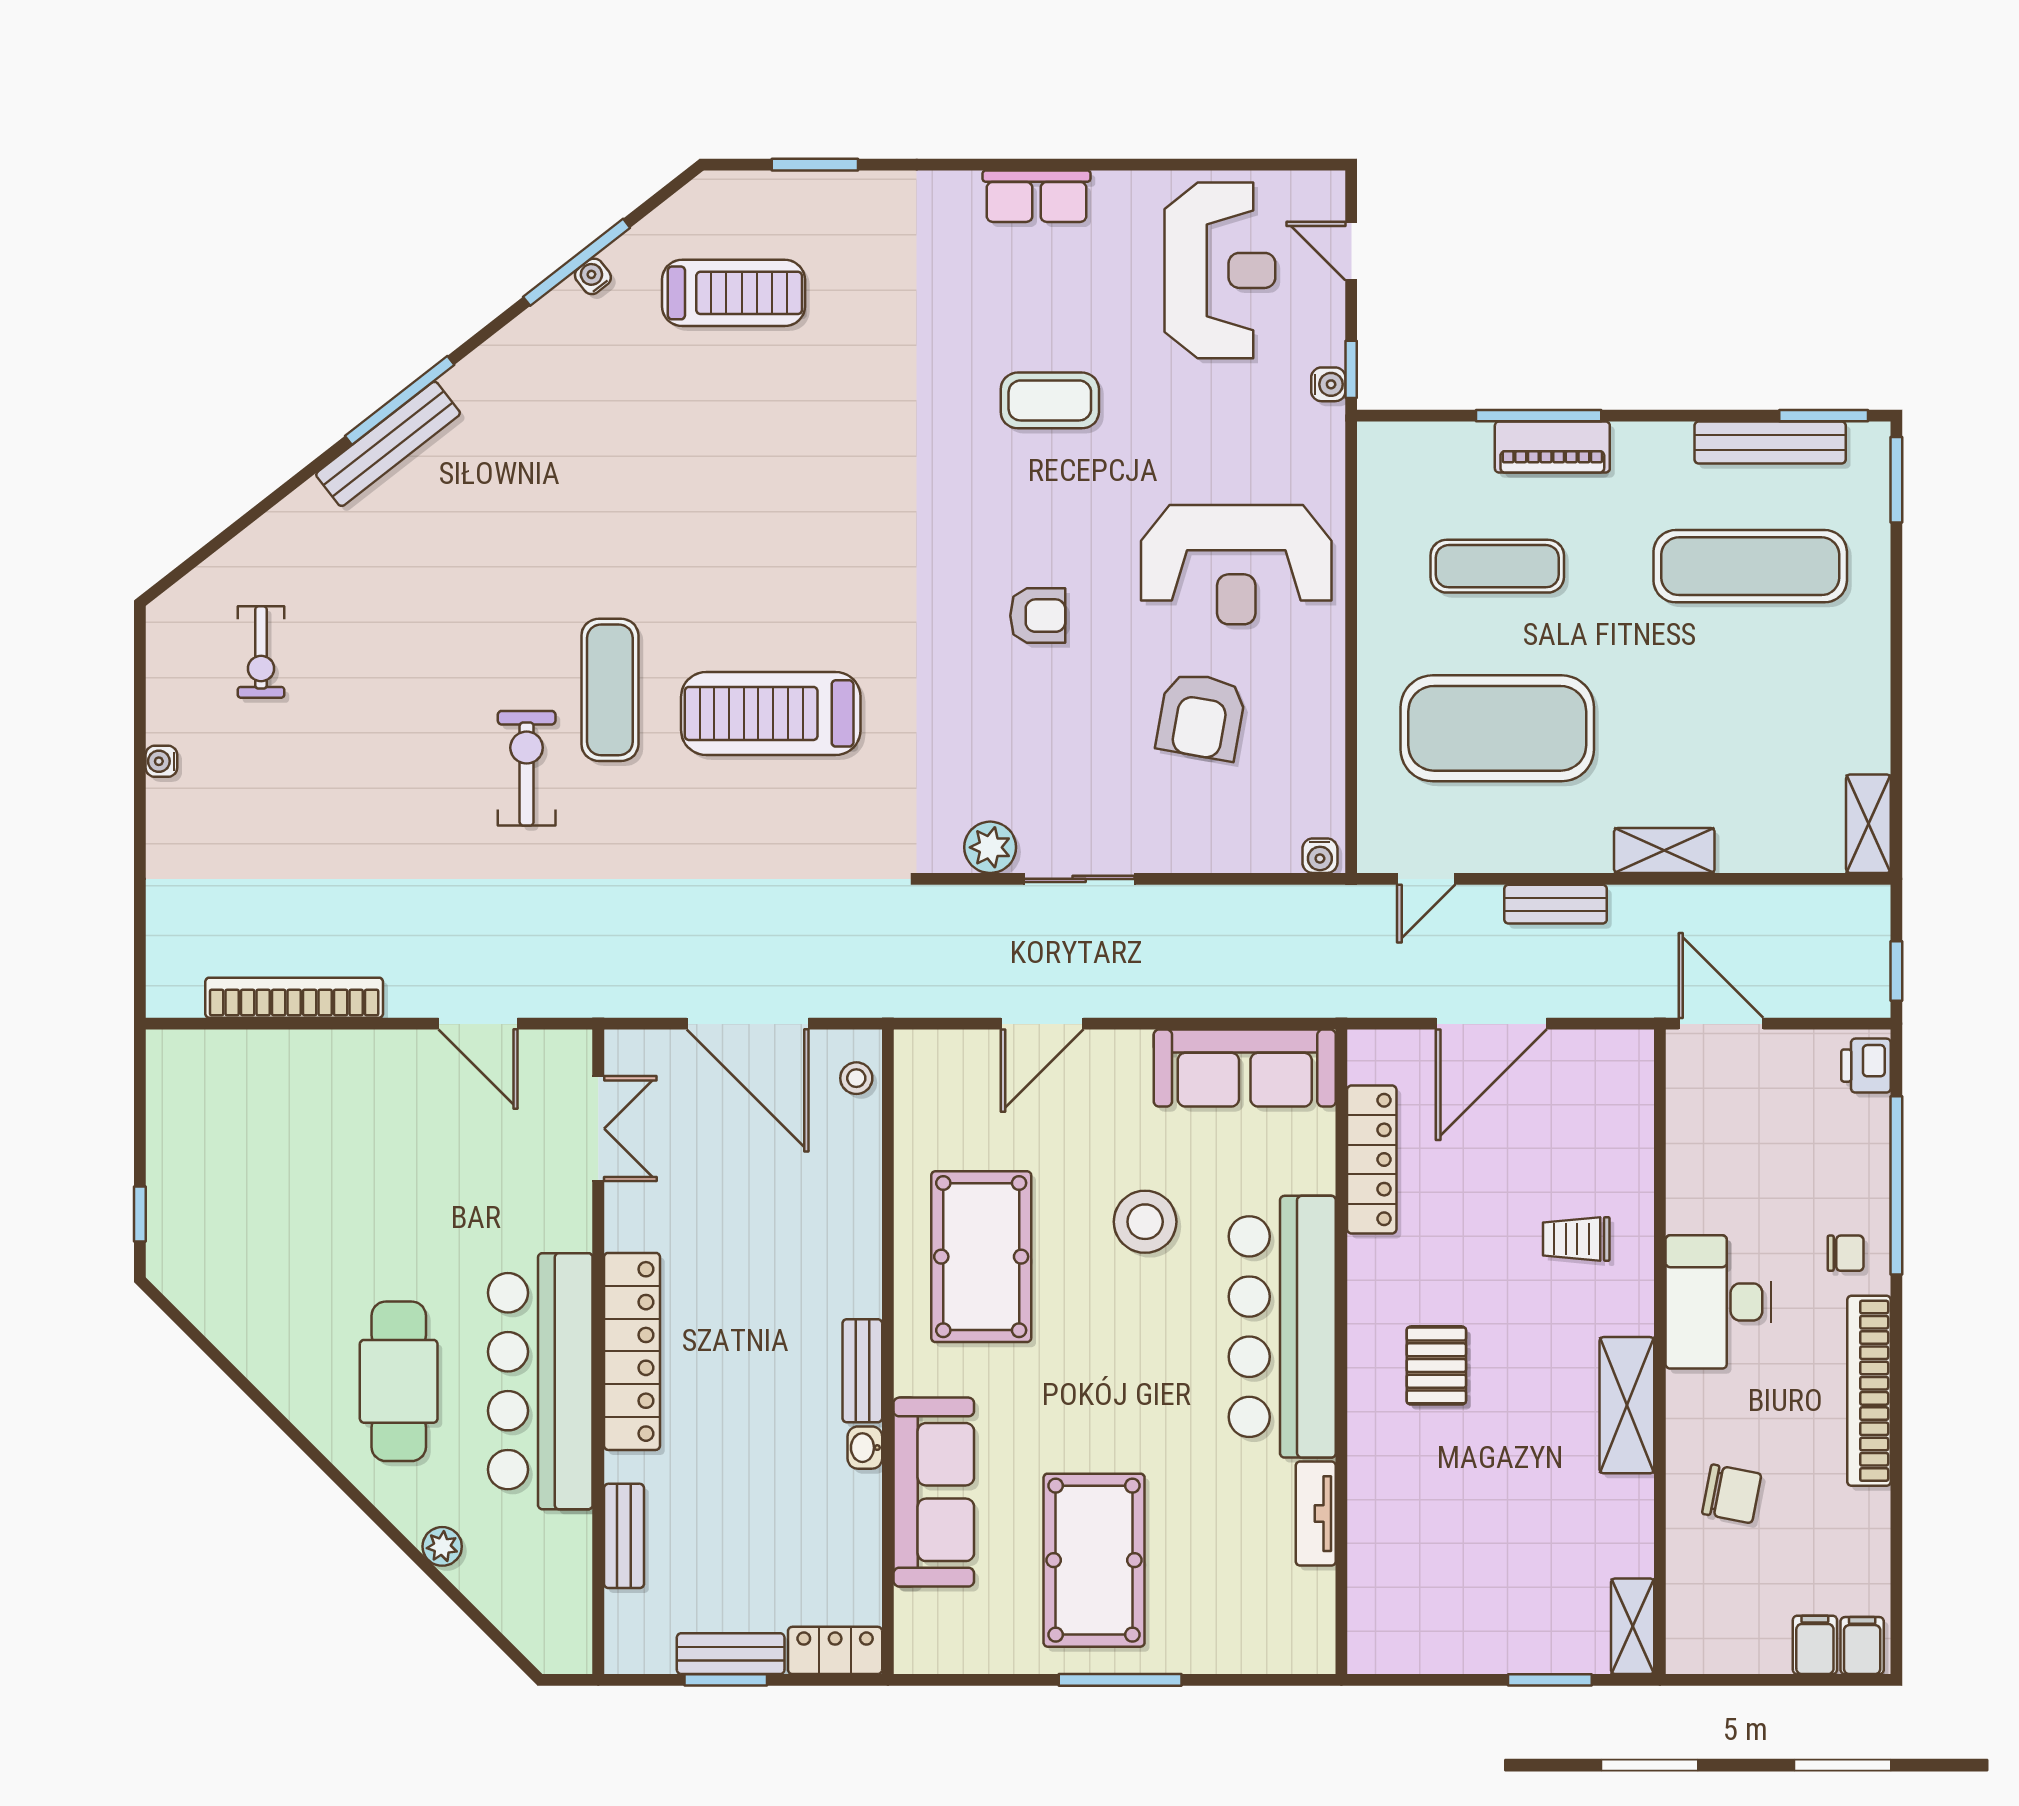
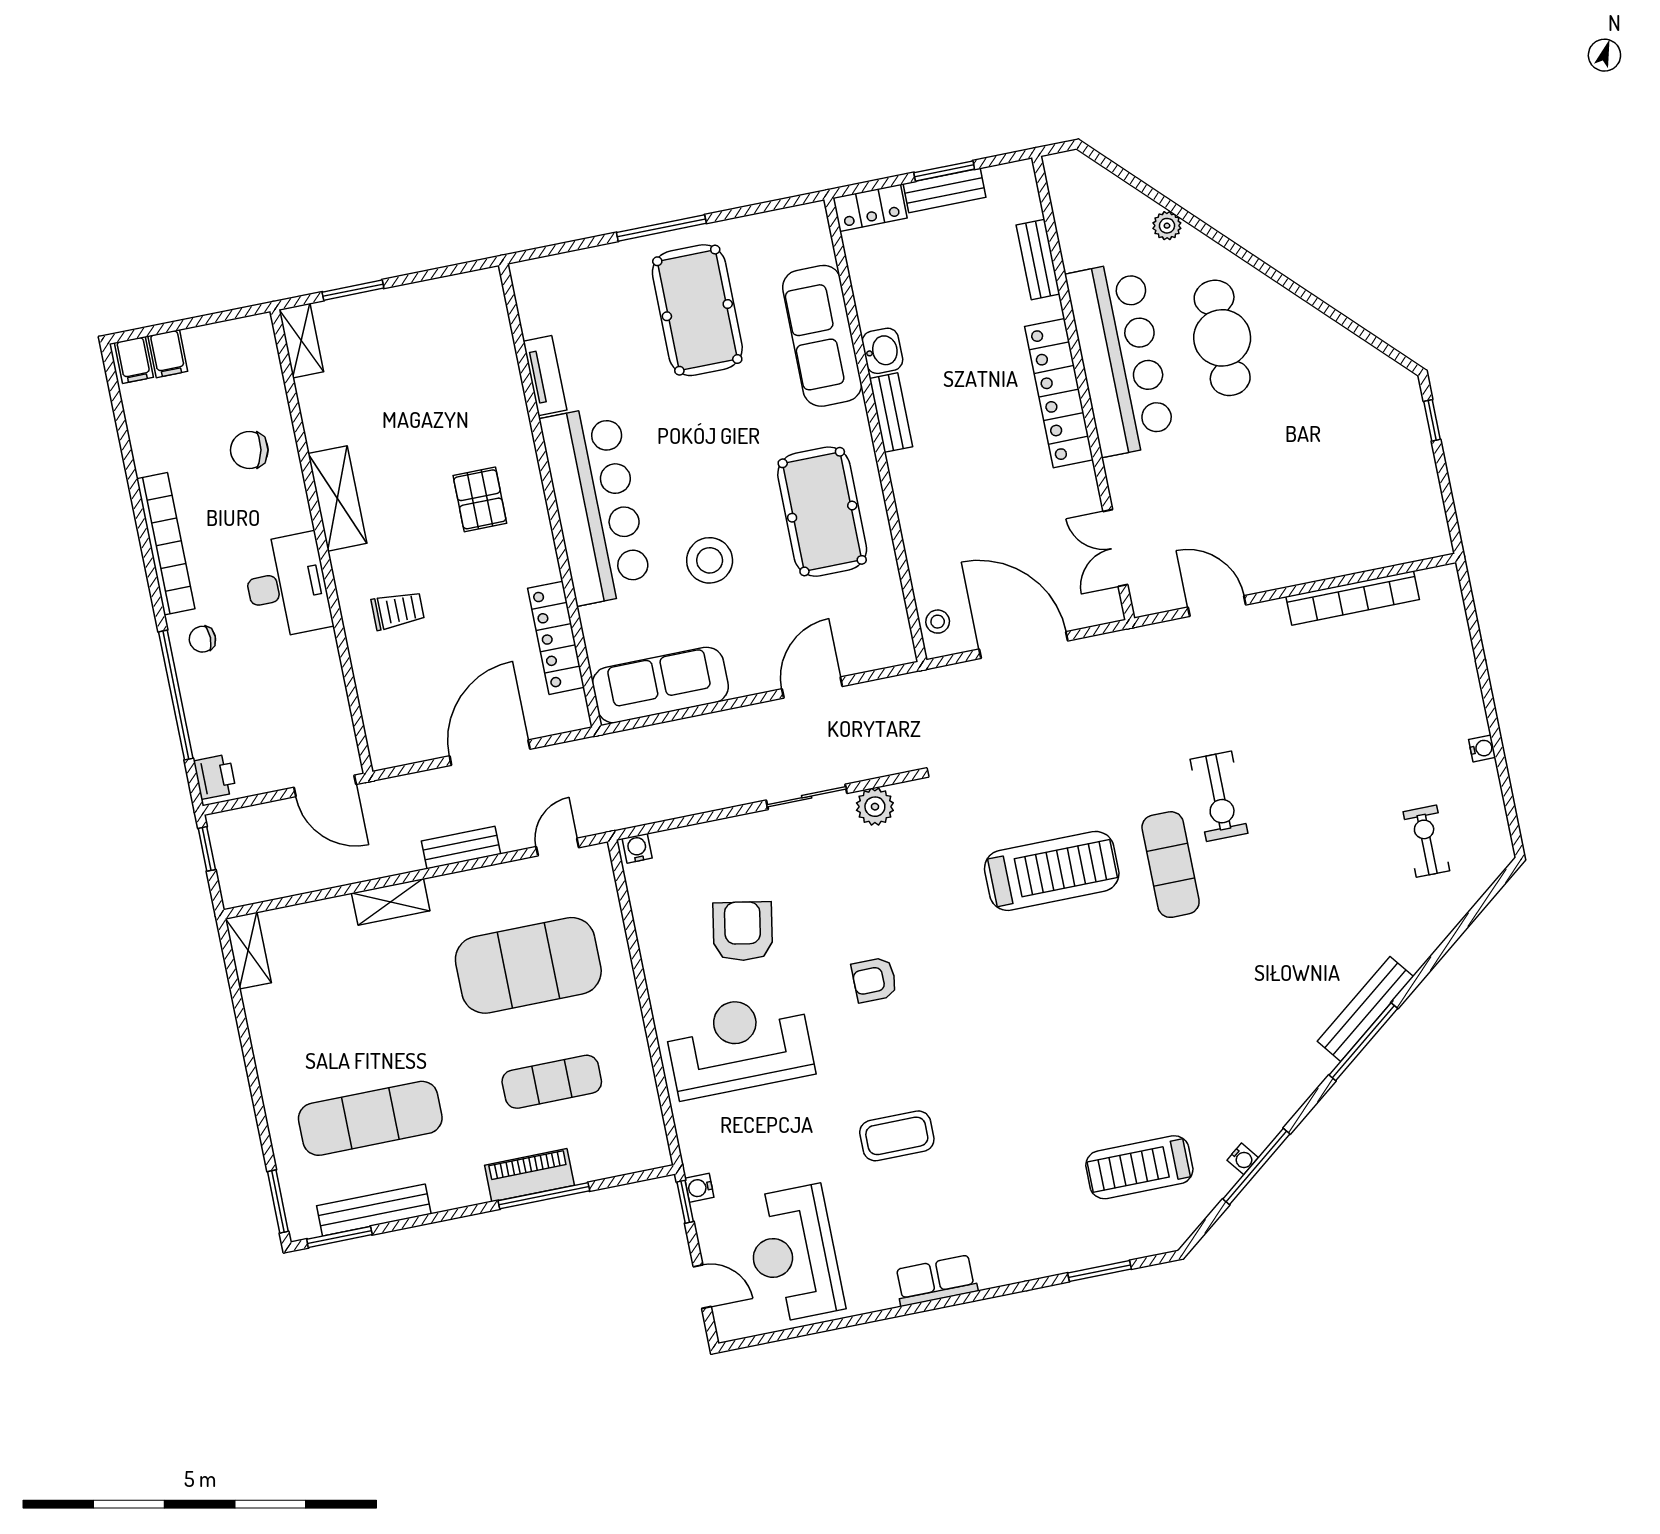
washbasin: (865, 1448) -> (882, 351), width x1.38, depth x1.45

